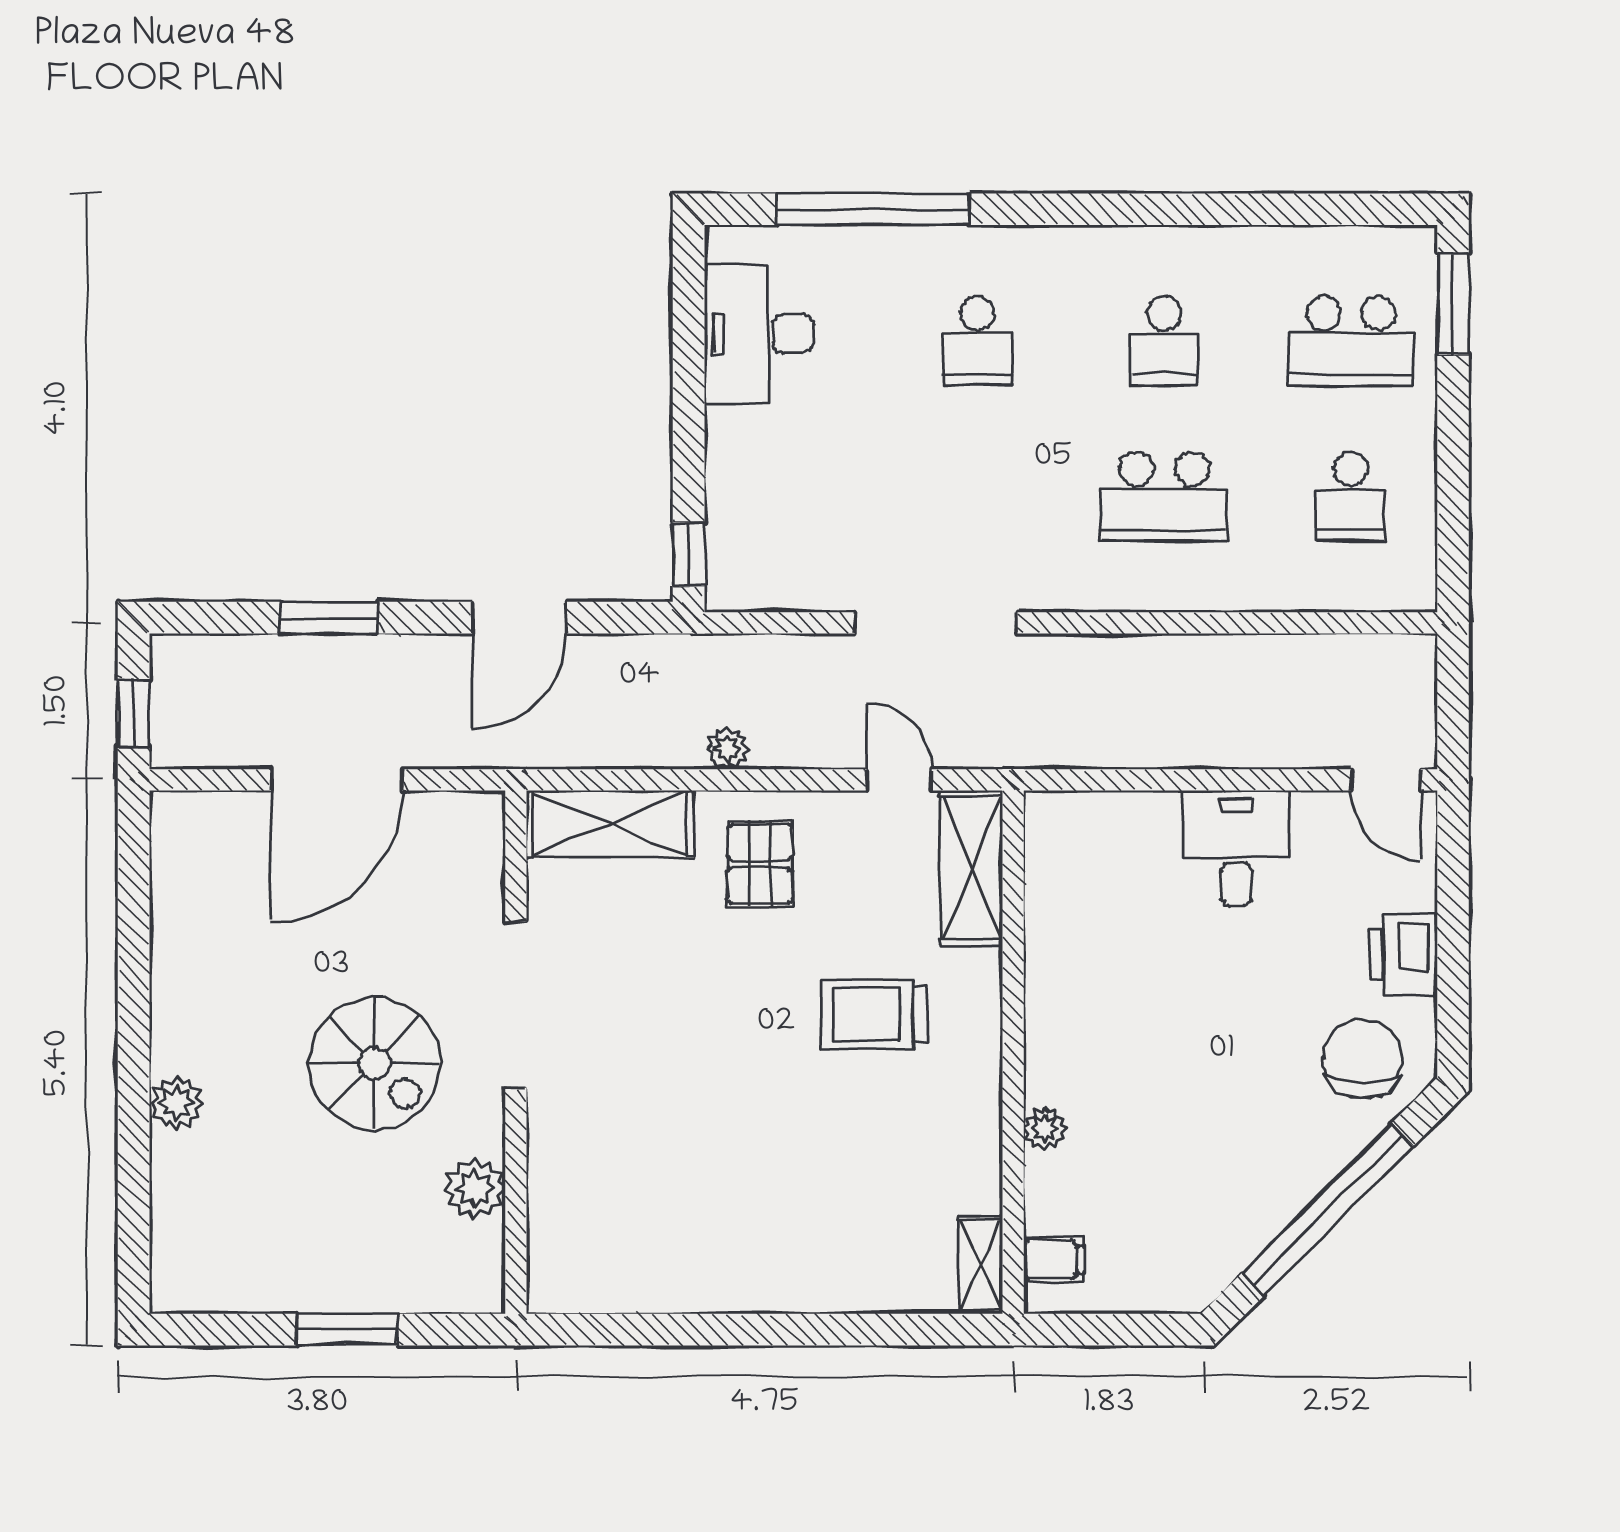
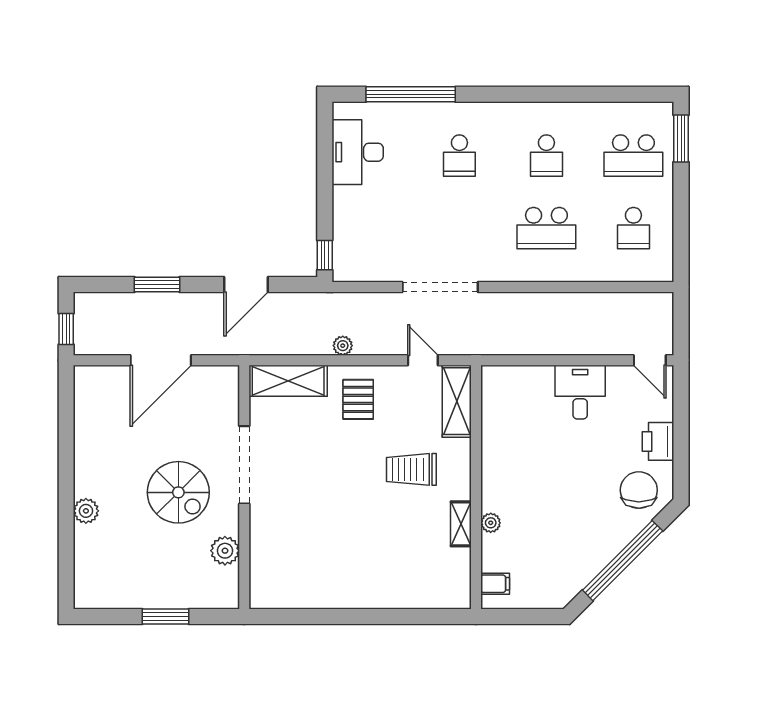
shelving: (981, 1265) -> (461, 524), moved

